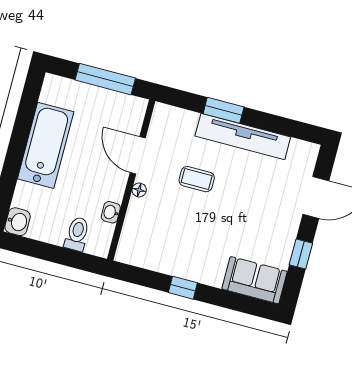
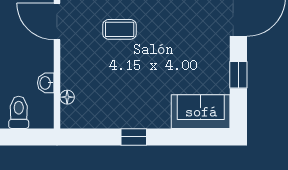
floor lamp: (139, 190) -> (67, 97), moved

